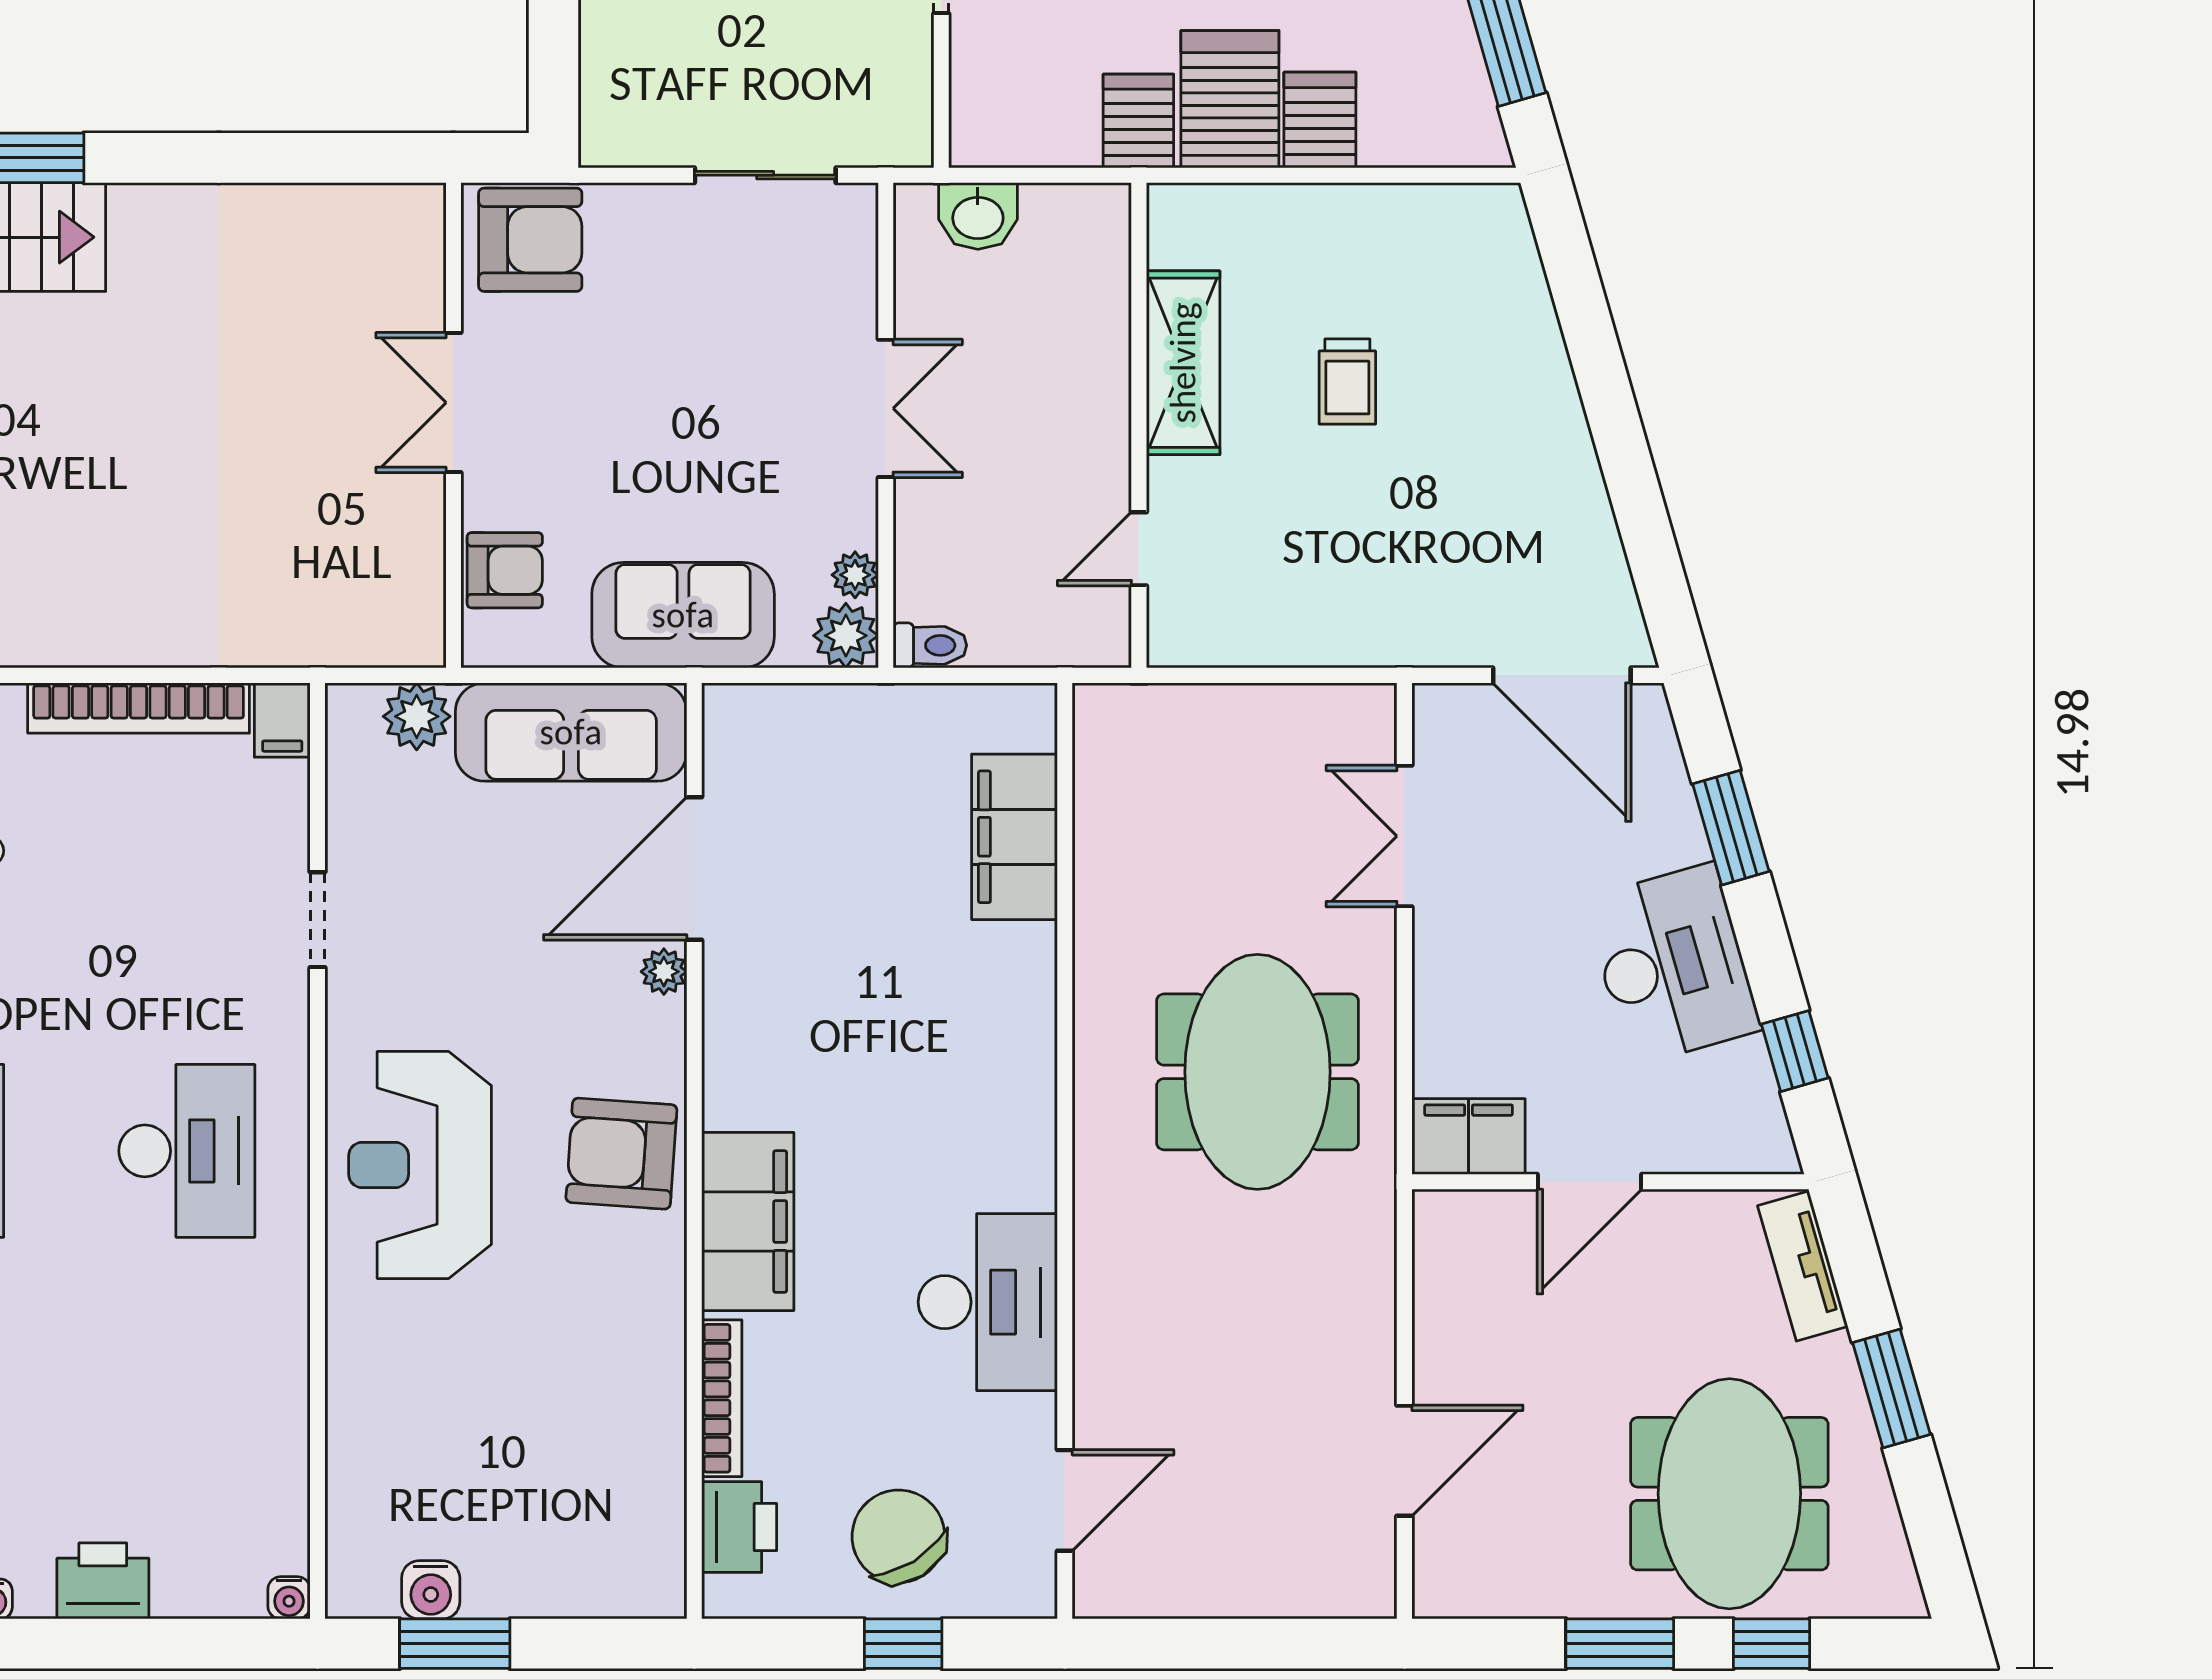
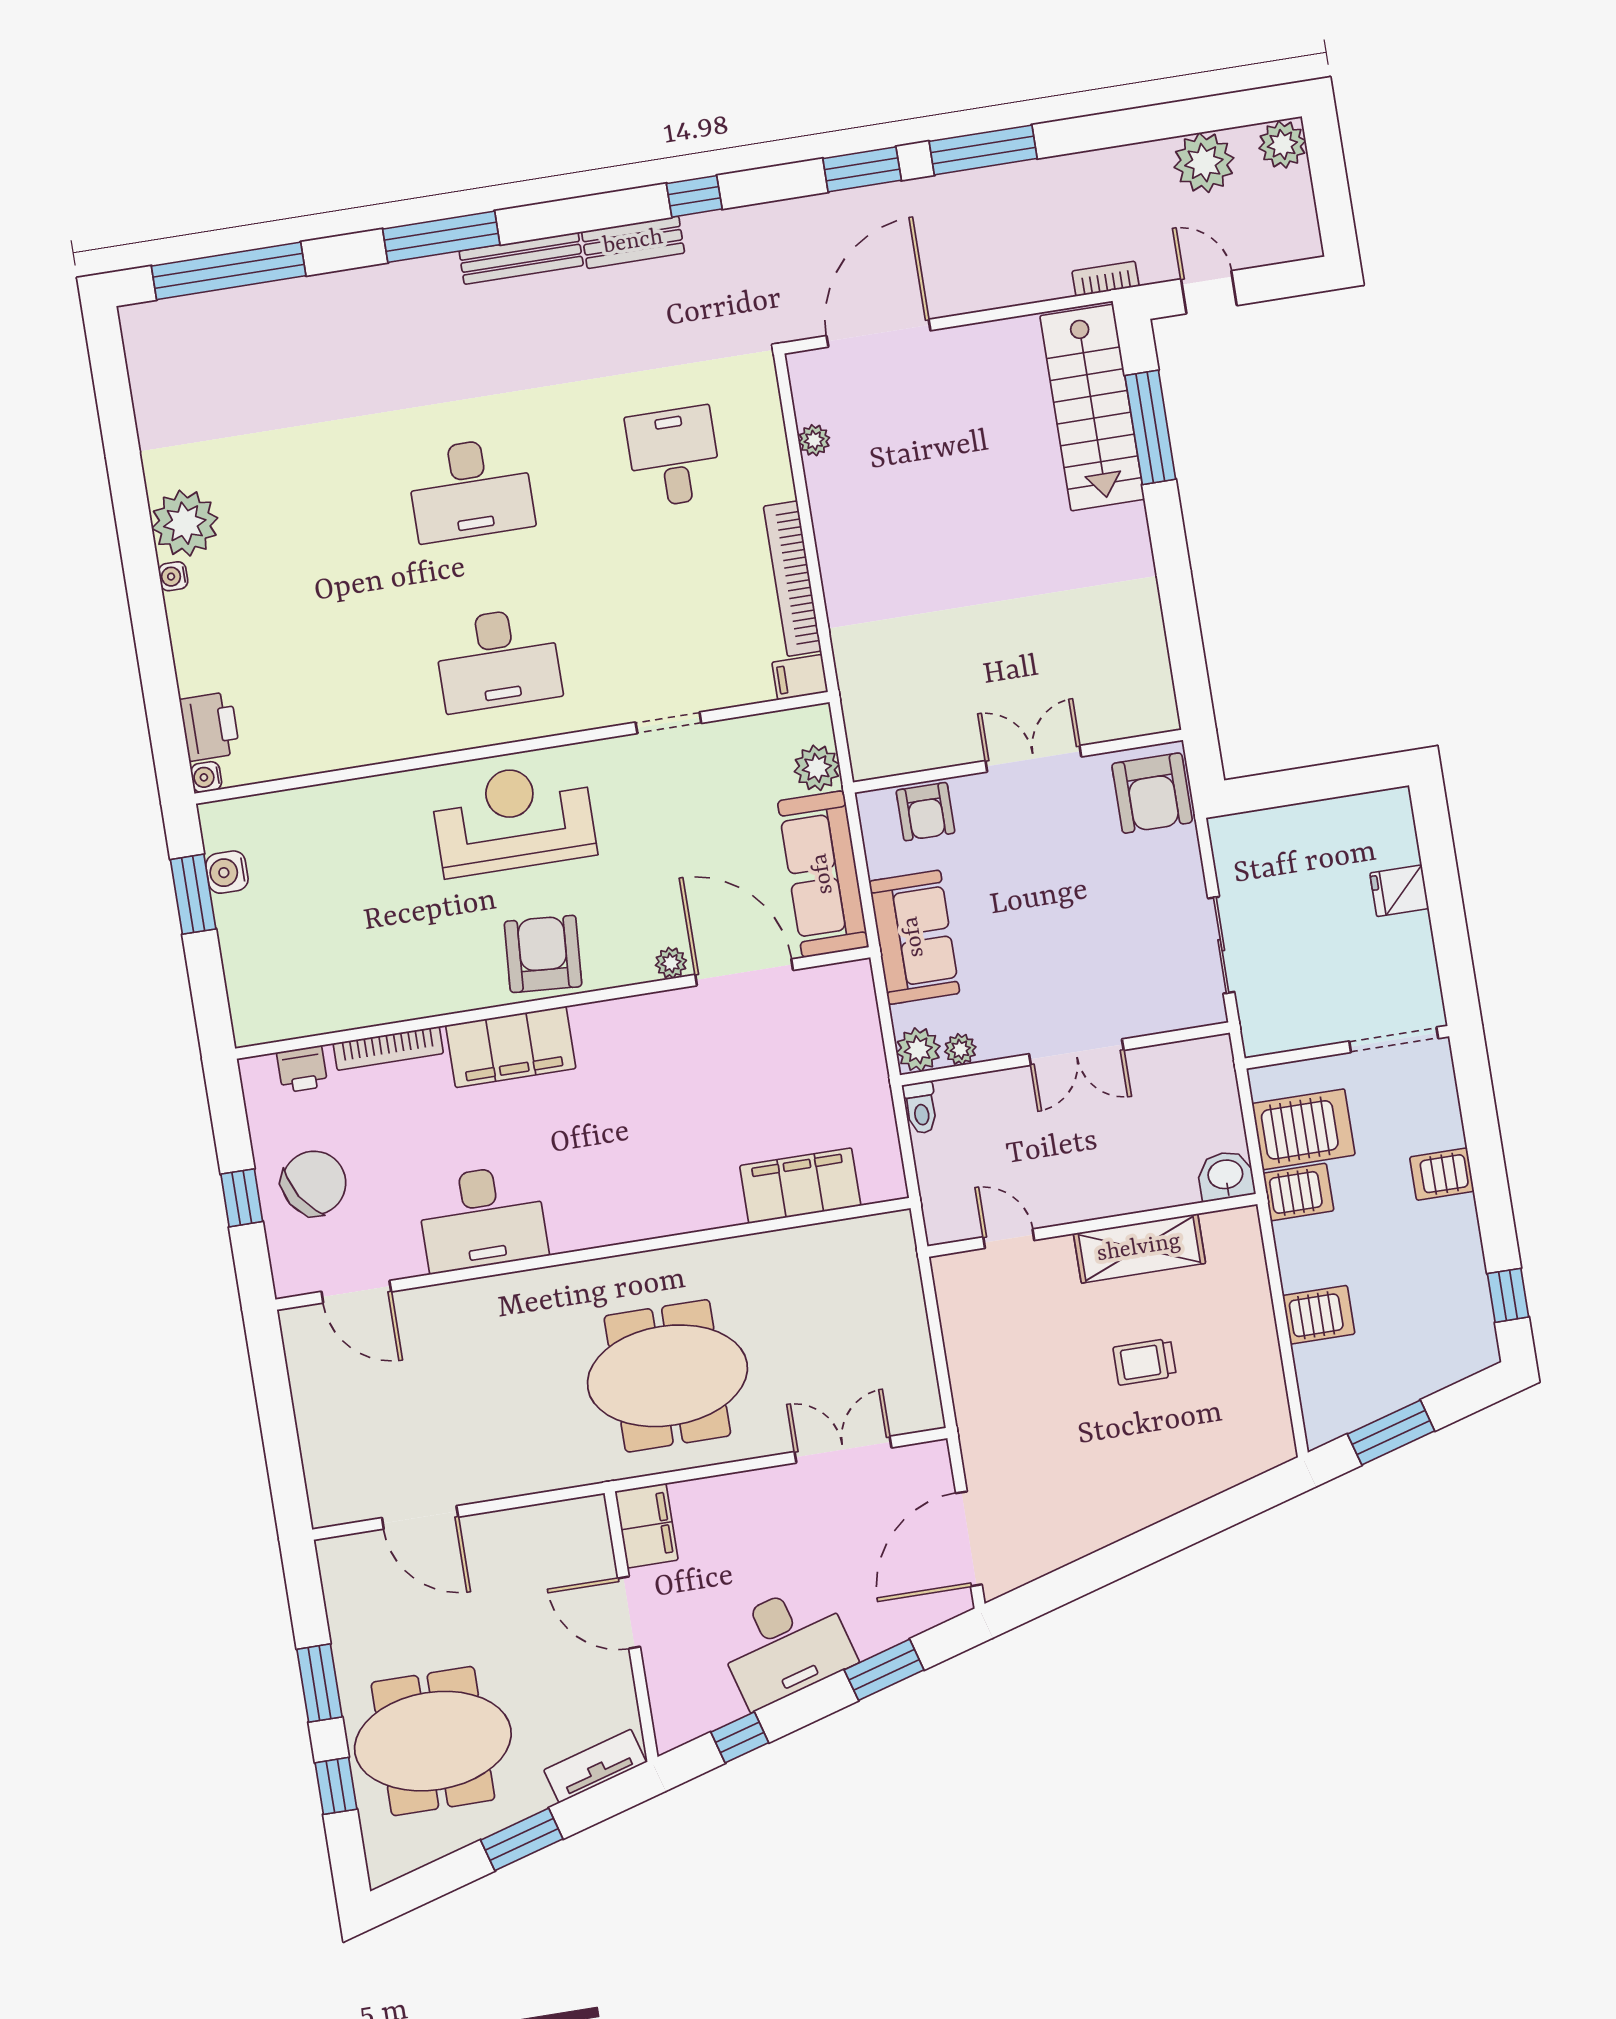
server rack: (1230, 99) -> (1303, 1129), moved
washbasin: (978, 216) -> (1226, 1176), moved, turned 90
printer: (739, 1527) -> (302, 1069), width x0.73, depth x0.81
printer: (103, 1581) -> (210, 726), moved

